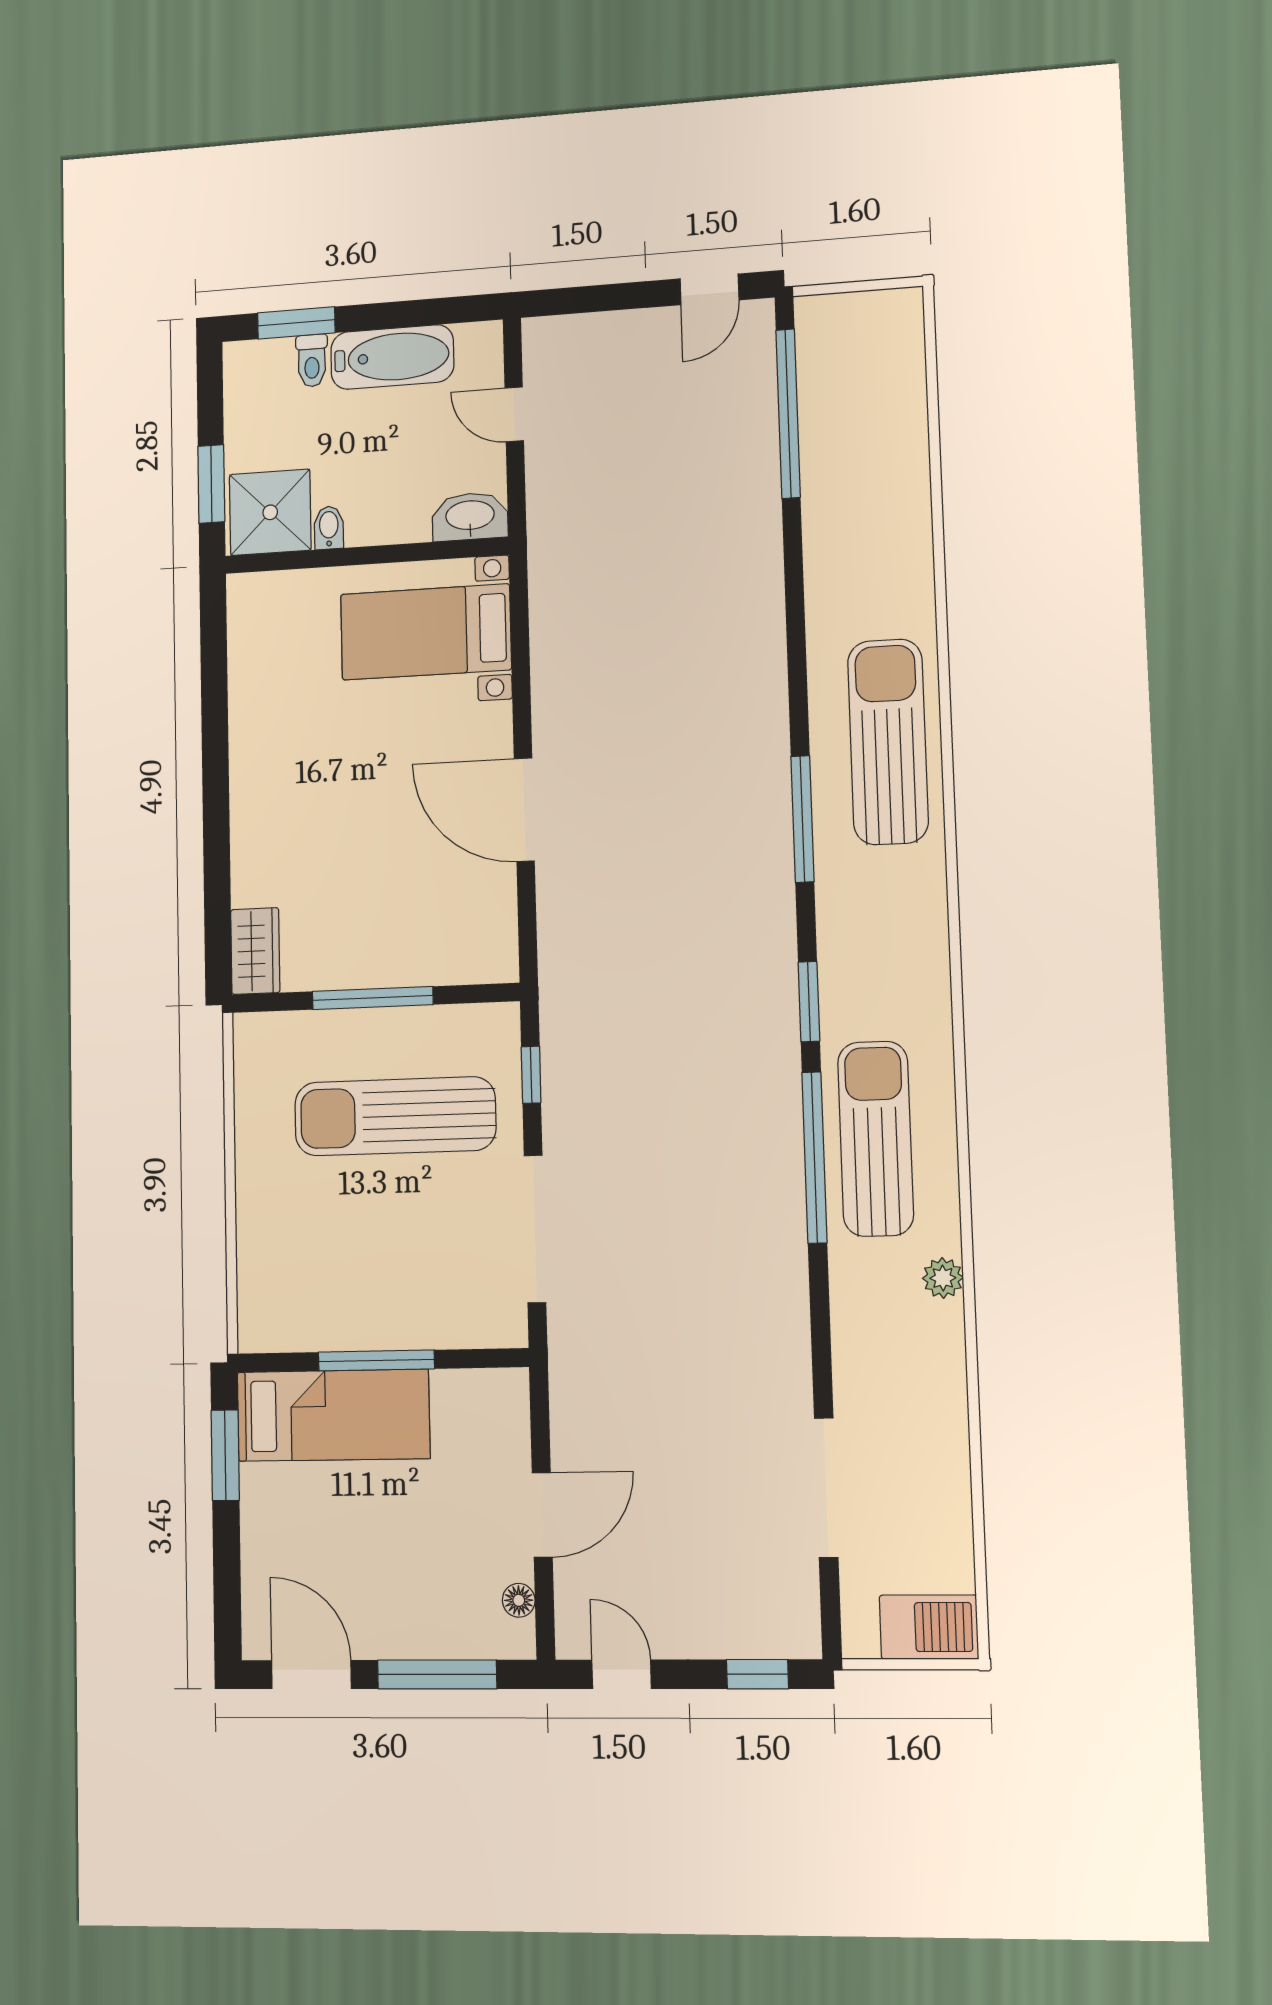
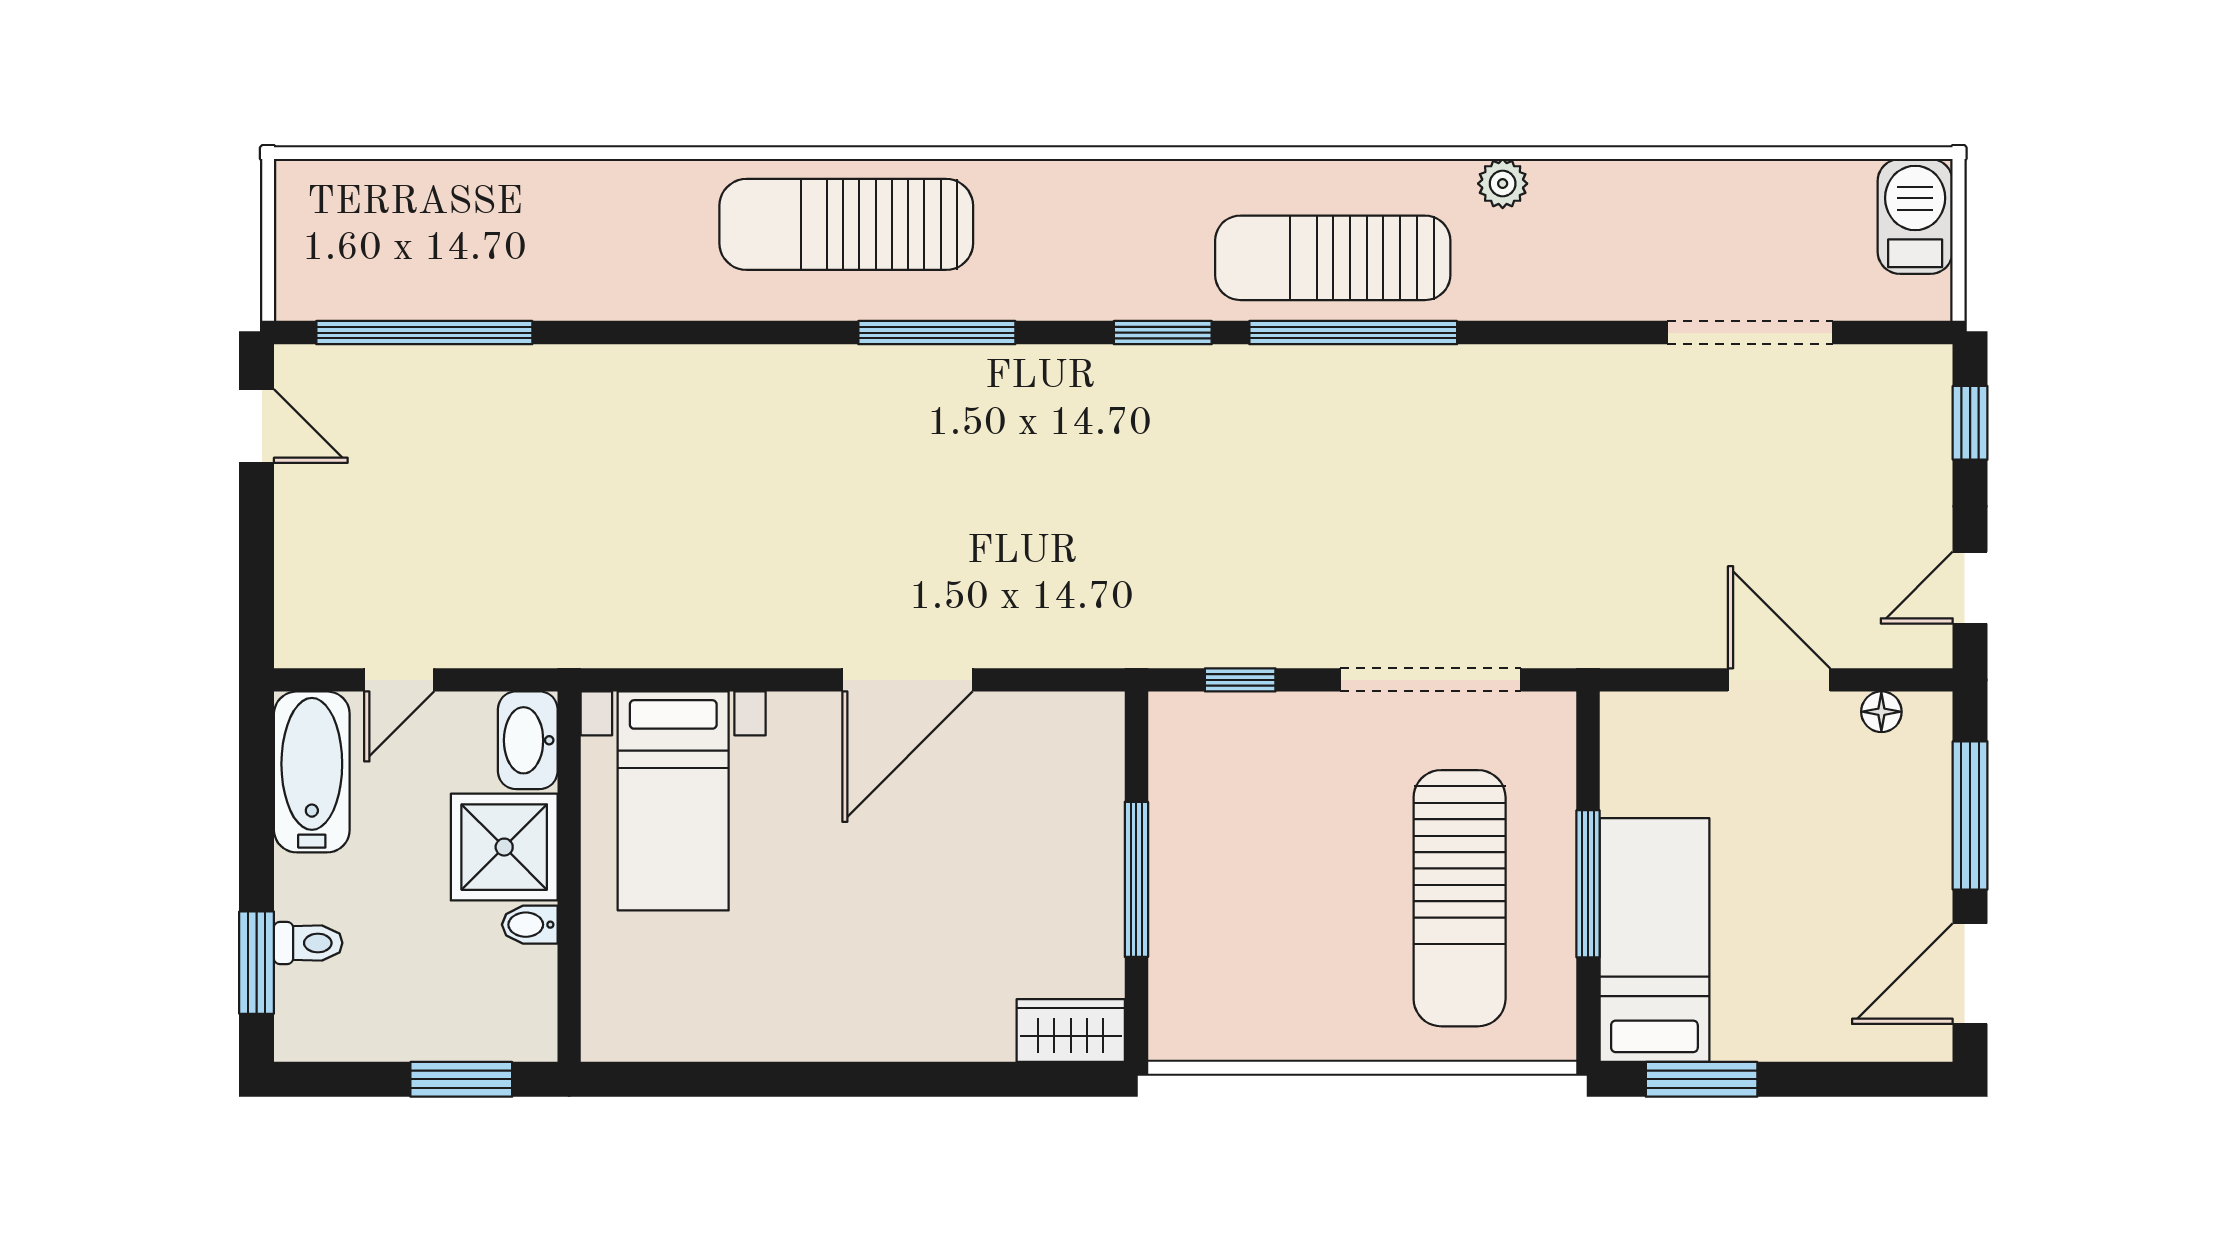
bathtub: (392, 357) -> (312, 772), moved
shower: (270, 512) -> (504, 847), moved
sun lounger: (395, 1116) -> (1460, 898), moved

